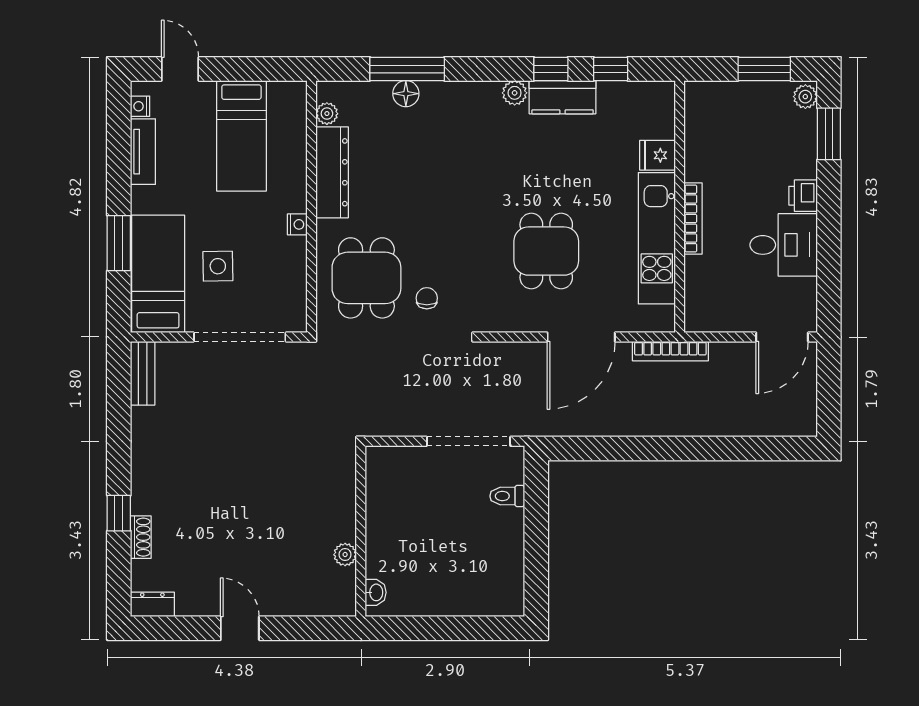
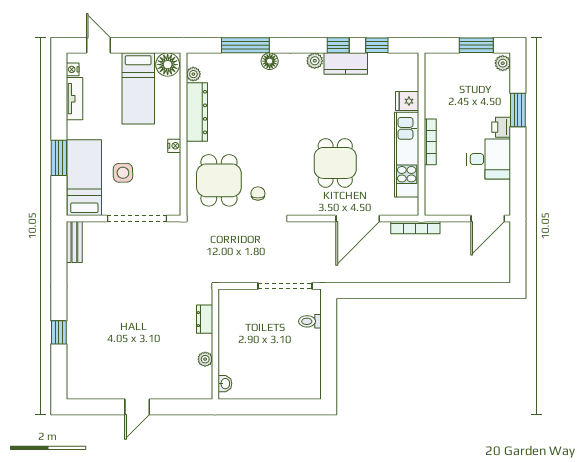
floor lamp: (406, 94) -> (270, 61), moved
floor lamp: (287, 99) -> (168, 65), added
window: (829, 134) -> (518, 110), moved
shoe rack: (141, 537) -> (73, 348), removed
dresser: (152, 604) -> (205, 319), moved, turned -90
door: (240, 628) -> (137, 407), swing flipped

